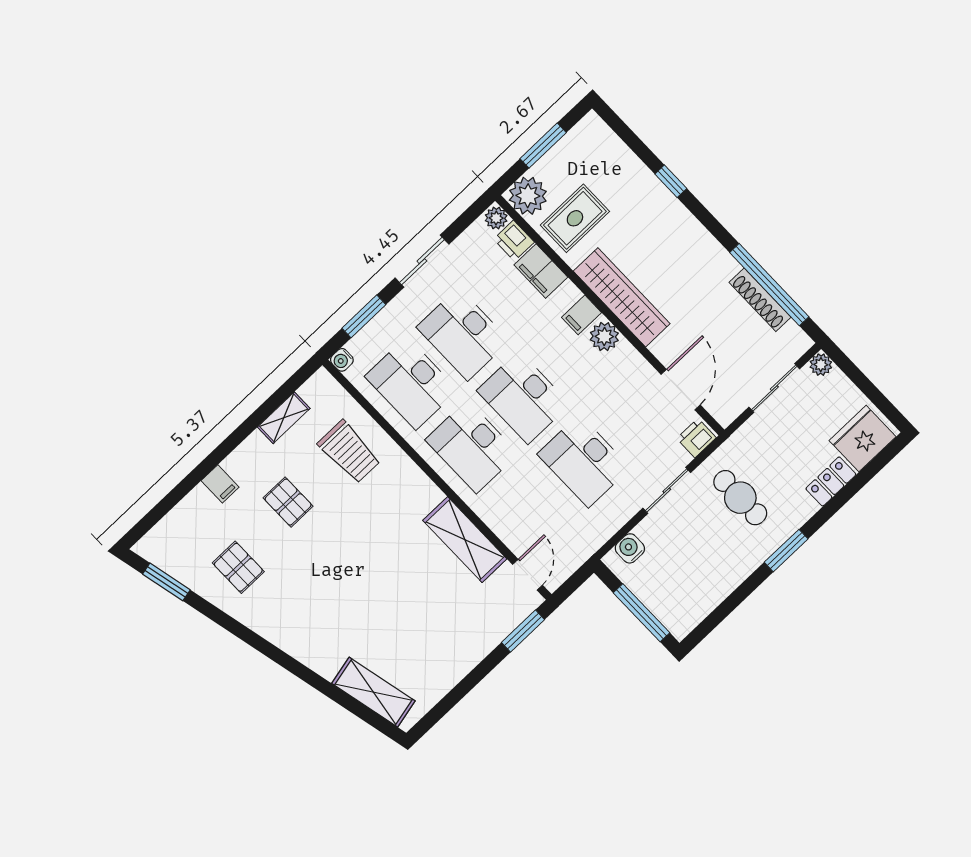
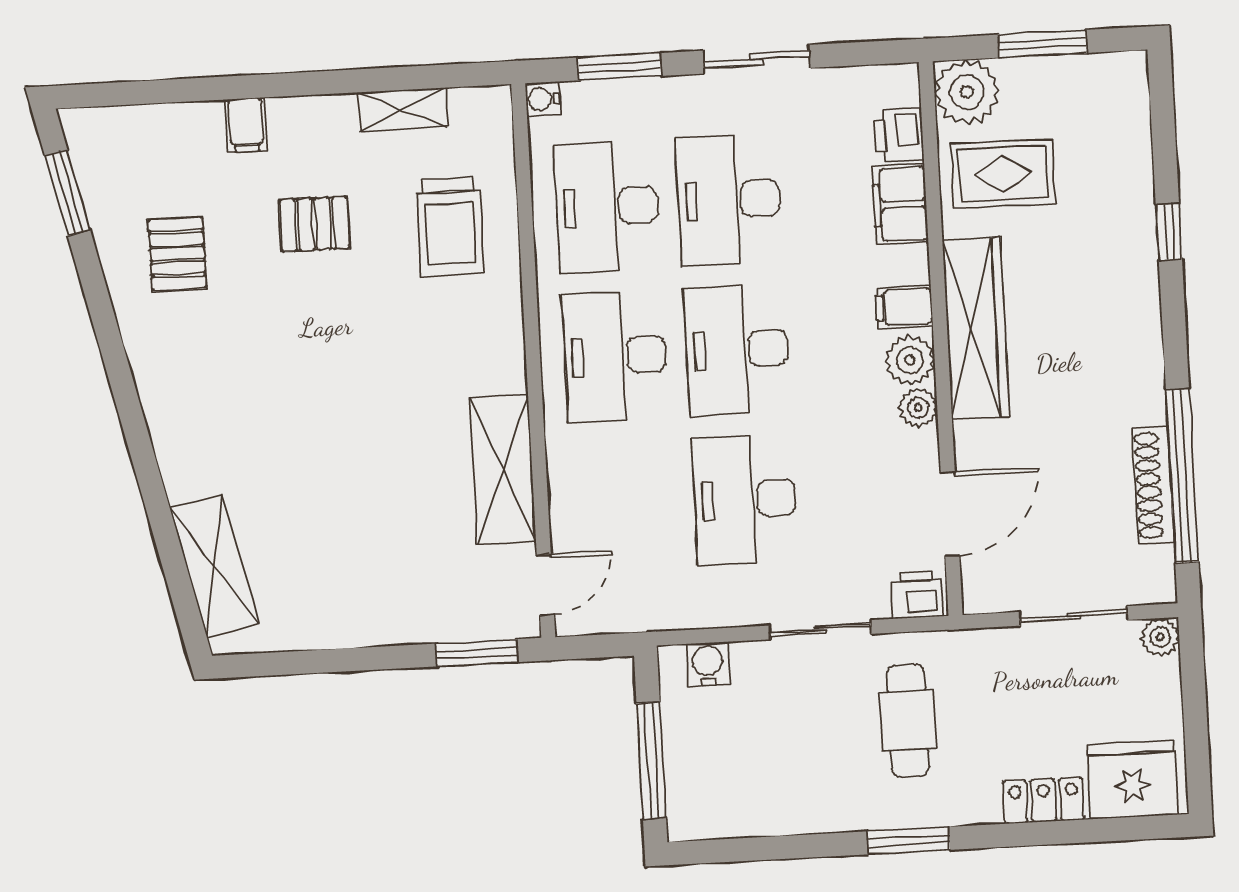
plant: (496, 218) -> (918, 408), moved
pallet: (288, 502) -> (315, 224), turned 90

